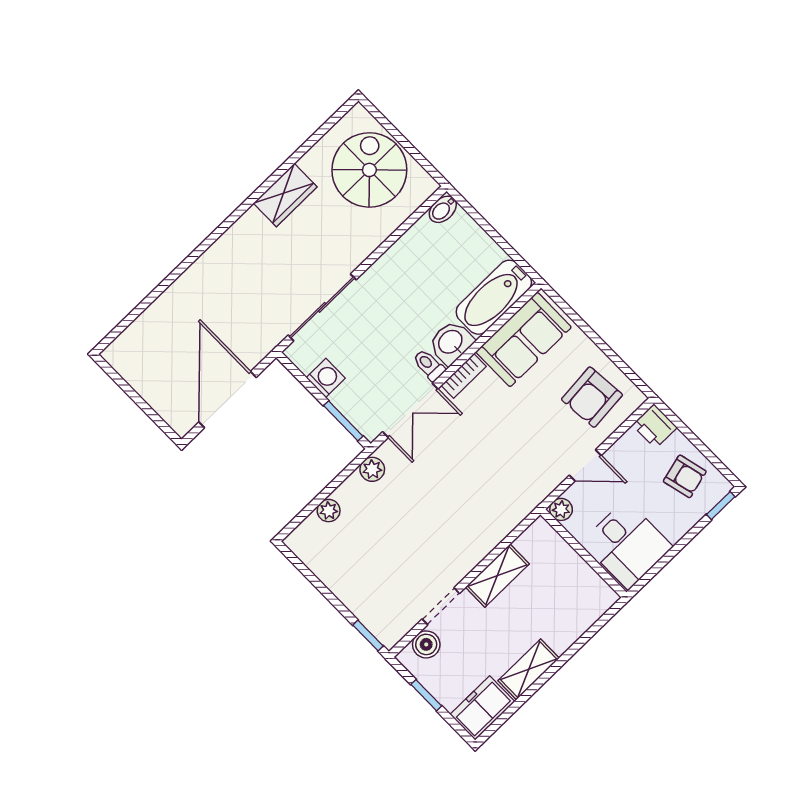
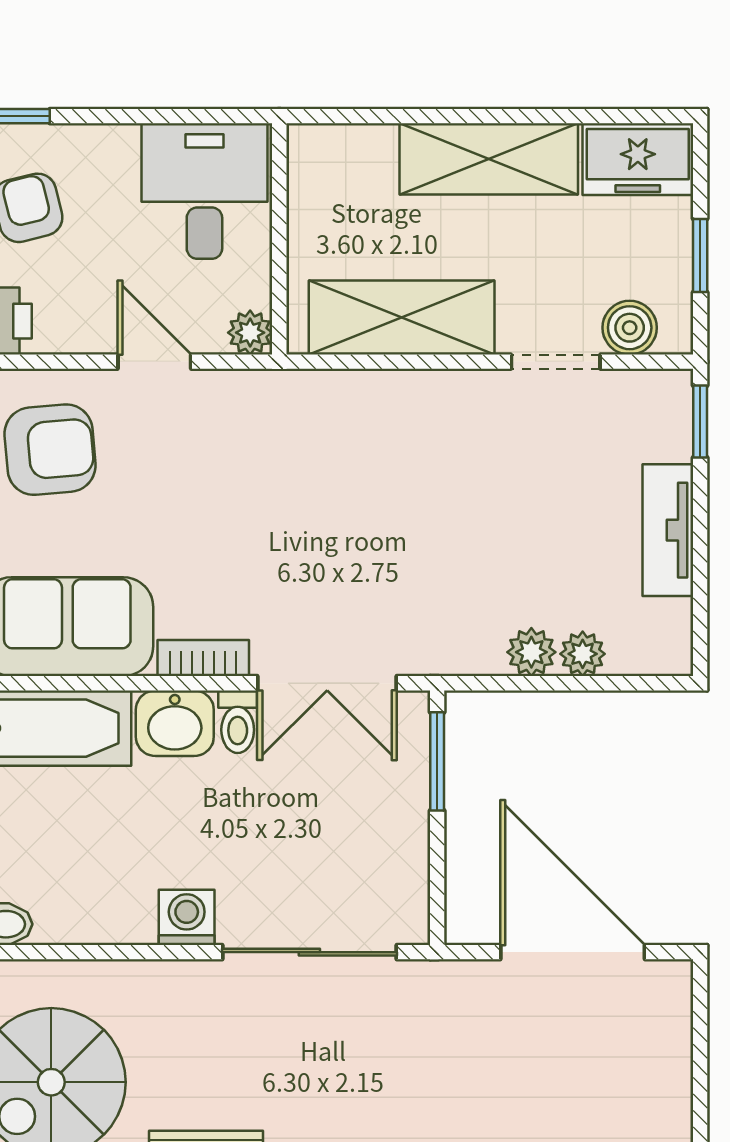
washing machine: (326, 378) -> (187, 917), moved, turned 90
door: (228, 400) -> (573, 952), swing flipped
double door: (410, 410) -> (327, 683), swing flipped
plant: (372, 469) -> (531, 652), moved
shelving: (497, 576) -> (402, 318), width x1.50, depth x1.33
tv unit: (341, 585) -> (668, 530), added
shelving: (529, 669) -> (489, 159), width x1.50, depth x1.33

